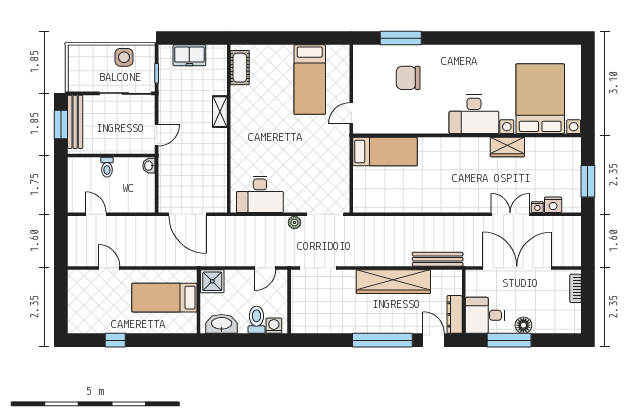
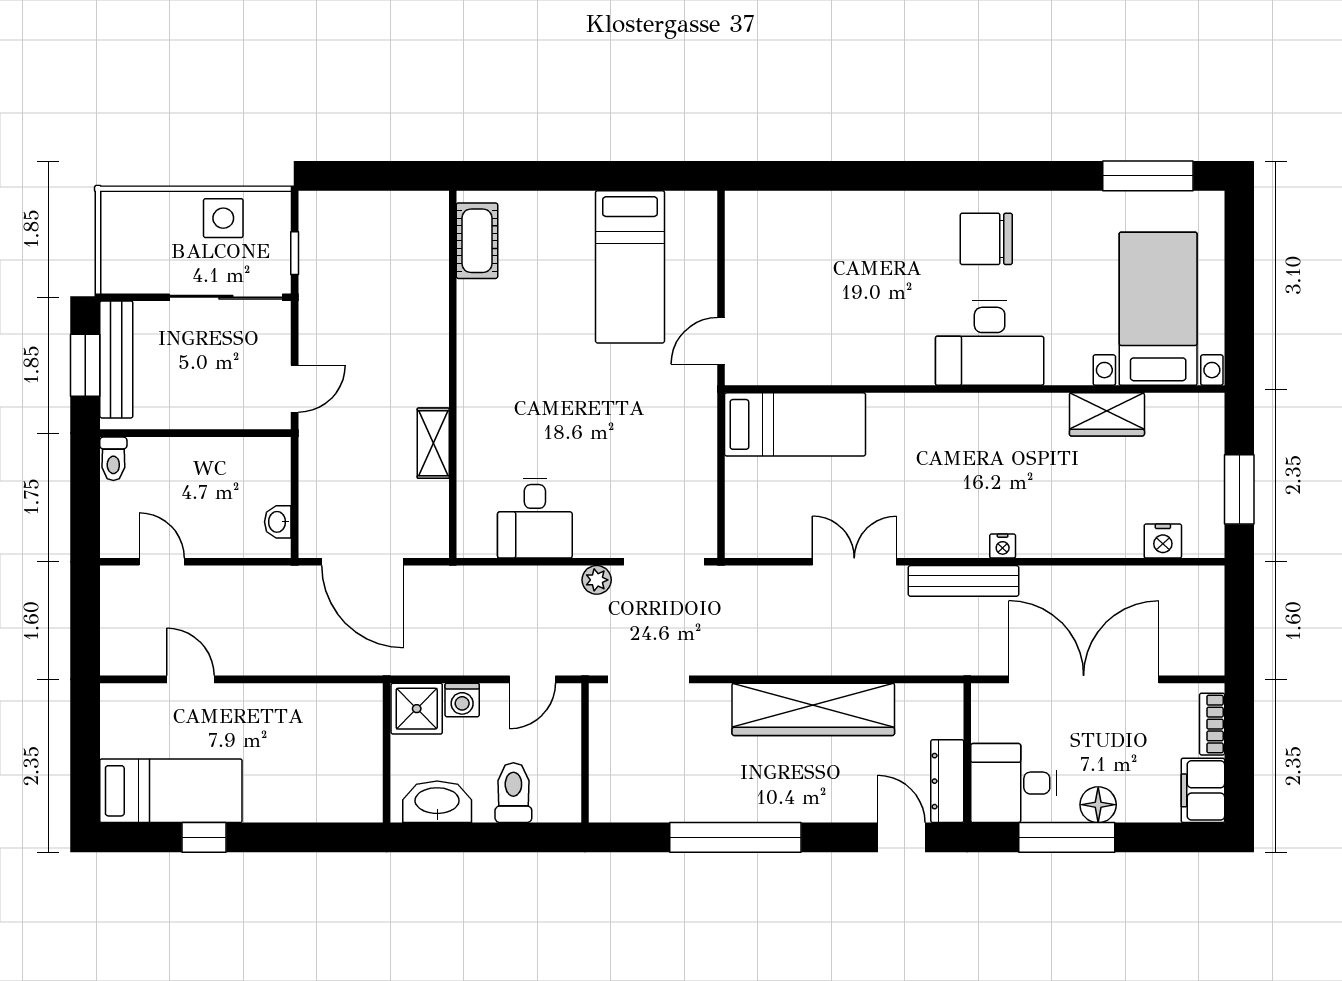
window: (401, 38) -> (1148, 176), moved
freezer: (189, 55) -> (367, 214), removed
chair: (408, 78) -> (986, 239), moved
bed with nightstands: (540, 99) -> (1158, 309), width x0.73
shelving: (220, 112) -> (433, 443), moved
wardrobe: (507, 147) -> (1107, 414), moved
washbasin: (149, 166) -> (278, 522), moved
toilet: (107, 167) -> (113, 459), moved
desk: (260, 194) -> (535, 518), width x0.73
nightstand: (537, 207) -> (1003, 546), moved
double door: (510, 214) -> (854, 562), moved
bench: (438, 259) -> (964, 581), moved
bed: (164, 298) -> (171, 791), moved, turned 180
filing cabinet: (571, 319) -> (1203, 790), added
washing machine: (274, 326) -> (462, 700), moved, turned 180
window: (382, 340) -> (735, 837), moved

